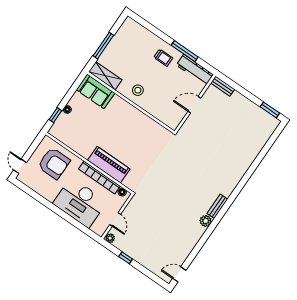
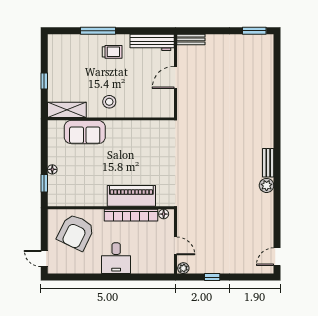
window: (103, 46) -> (44, 81), width x0.46
window: (185, 51) -> (98, 31), moved
sofa: (96, 91) -> (85, 132), moved
armchair: (54, 163) -> (76, 232), turned 116
desk: (80, 203) -> (116, 258), width x0.53, depth x0.77

